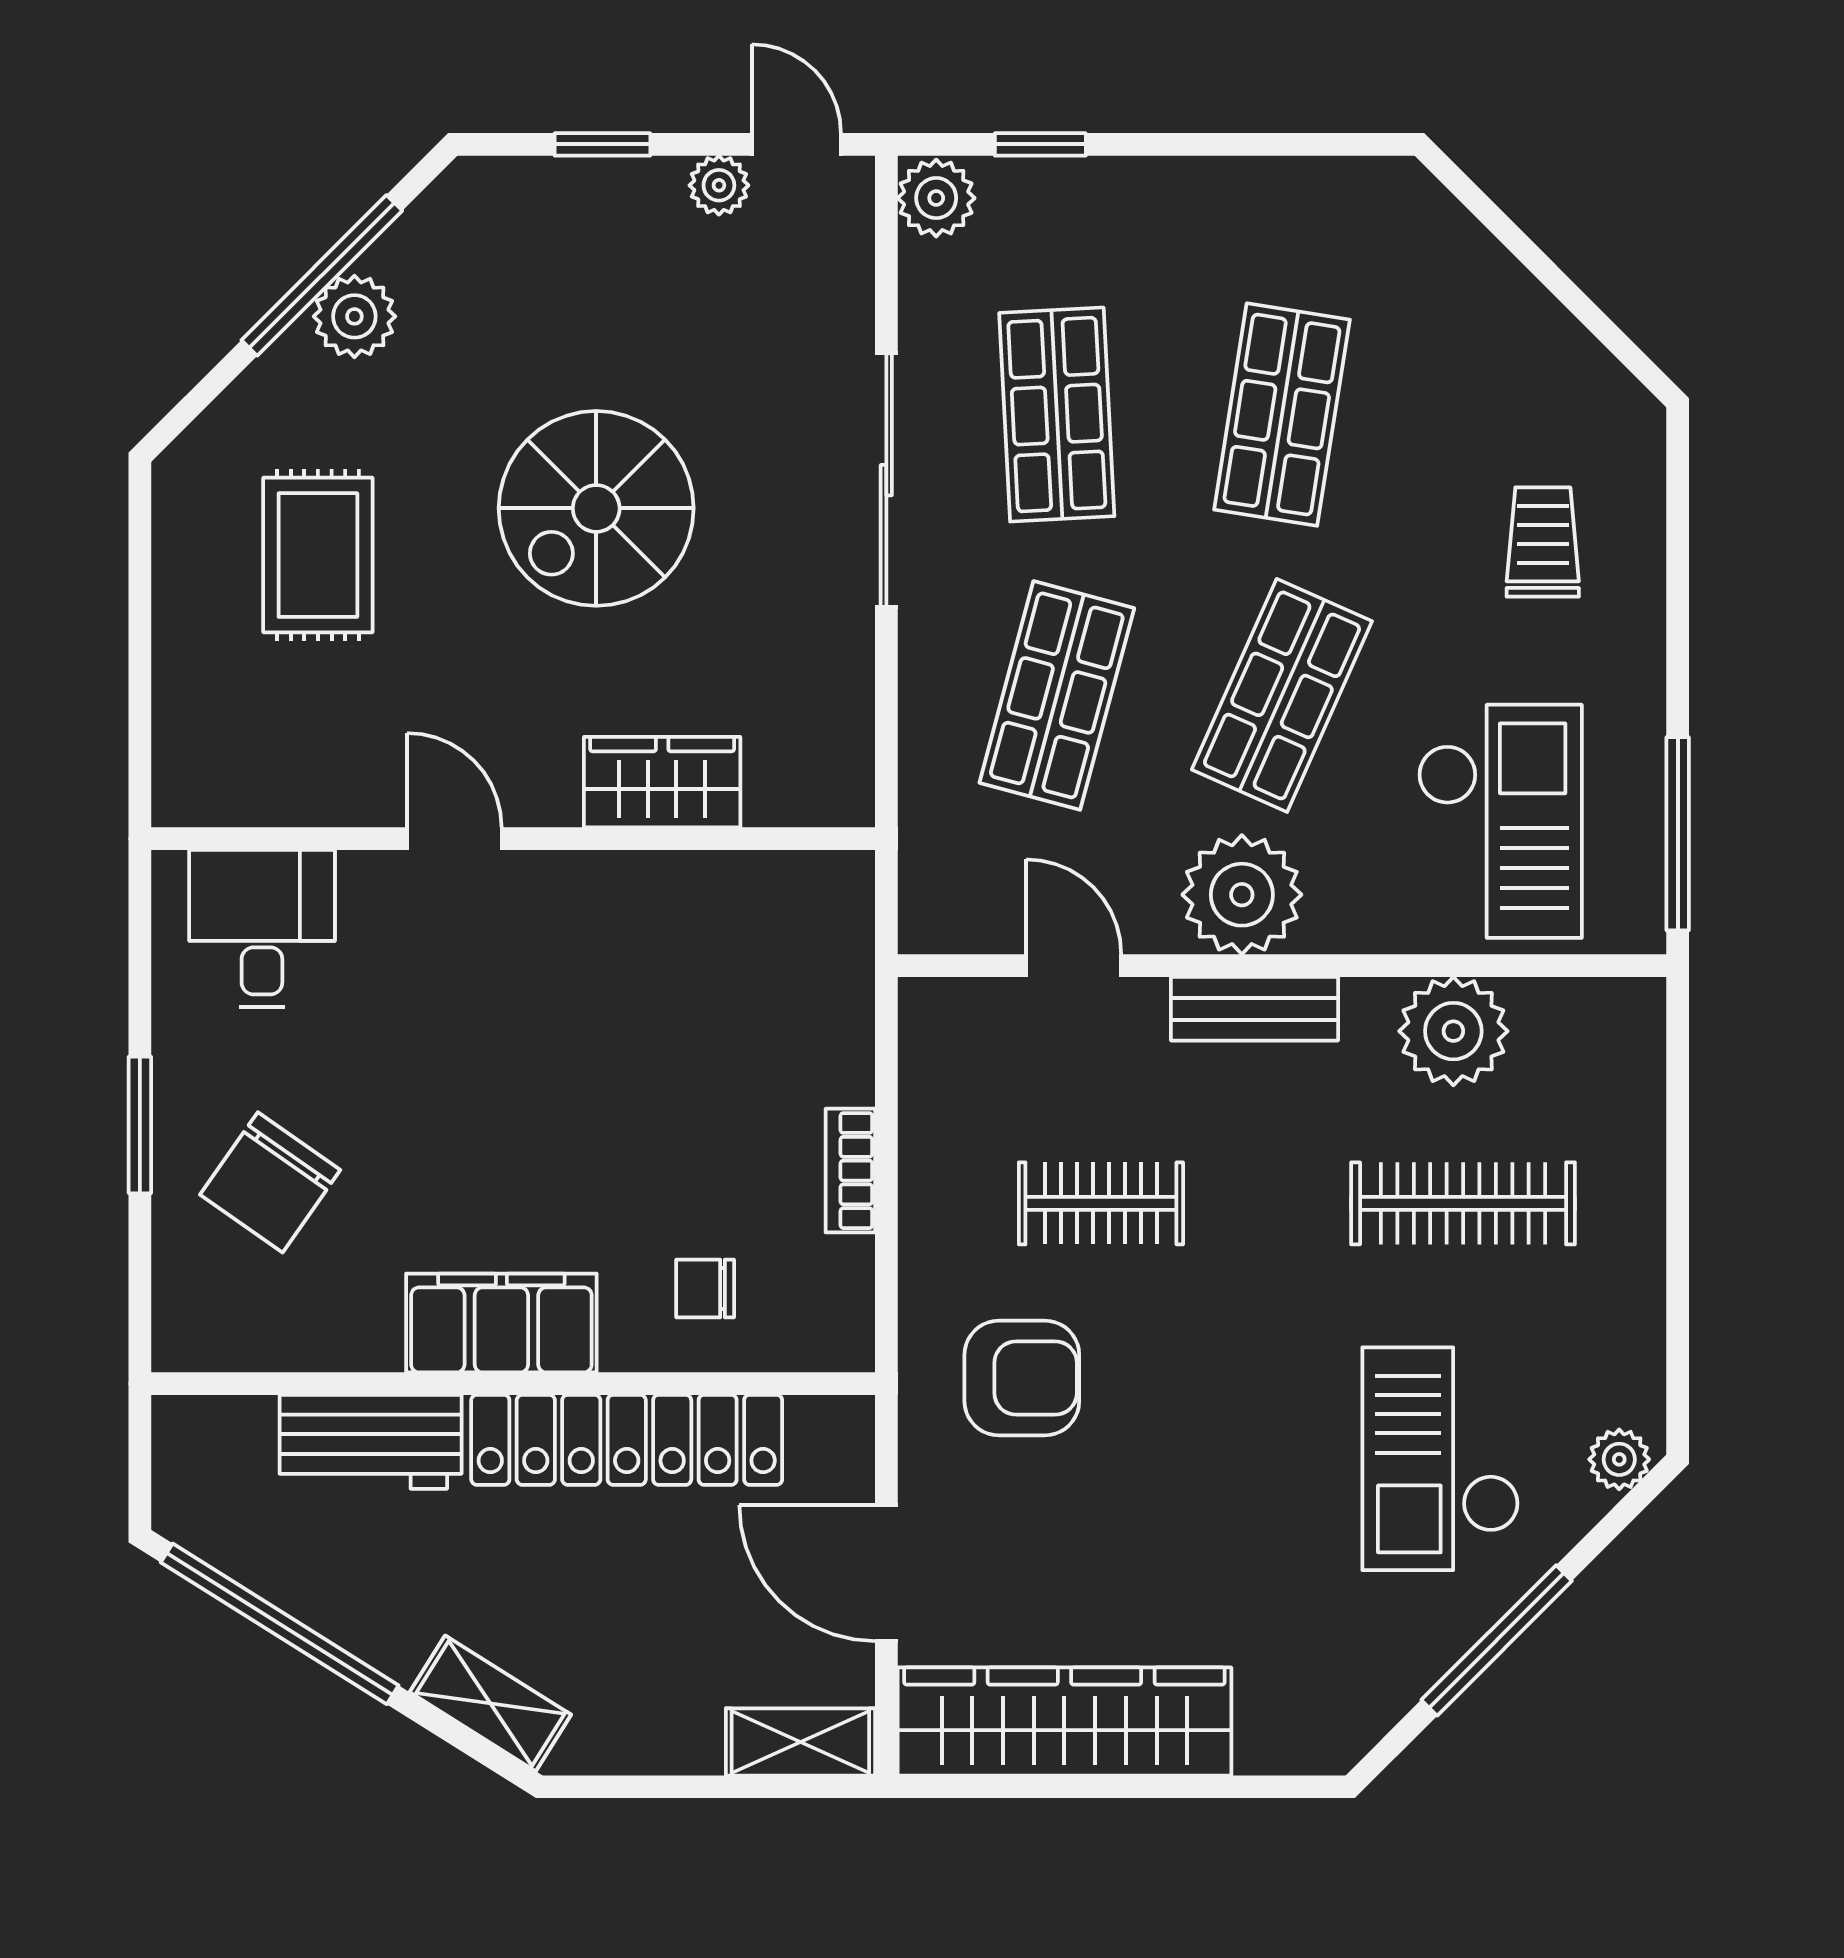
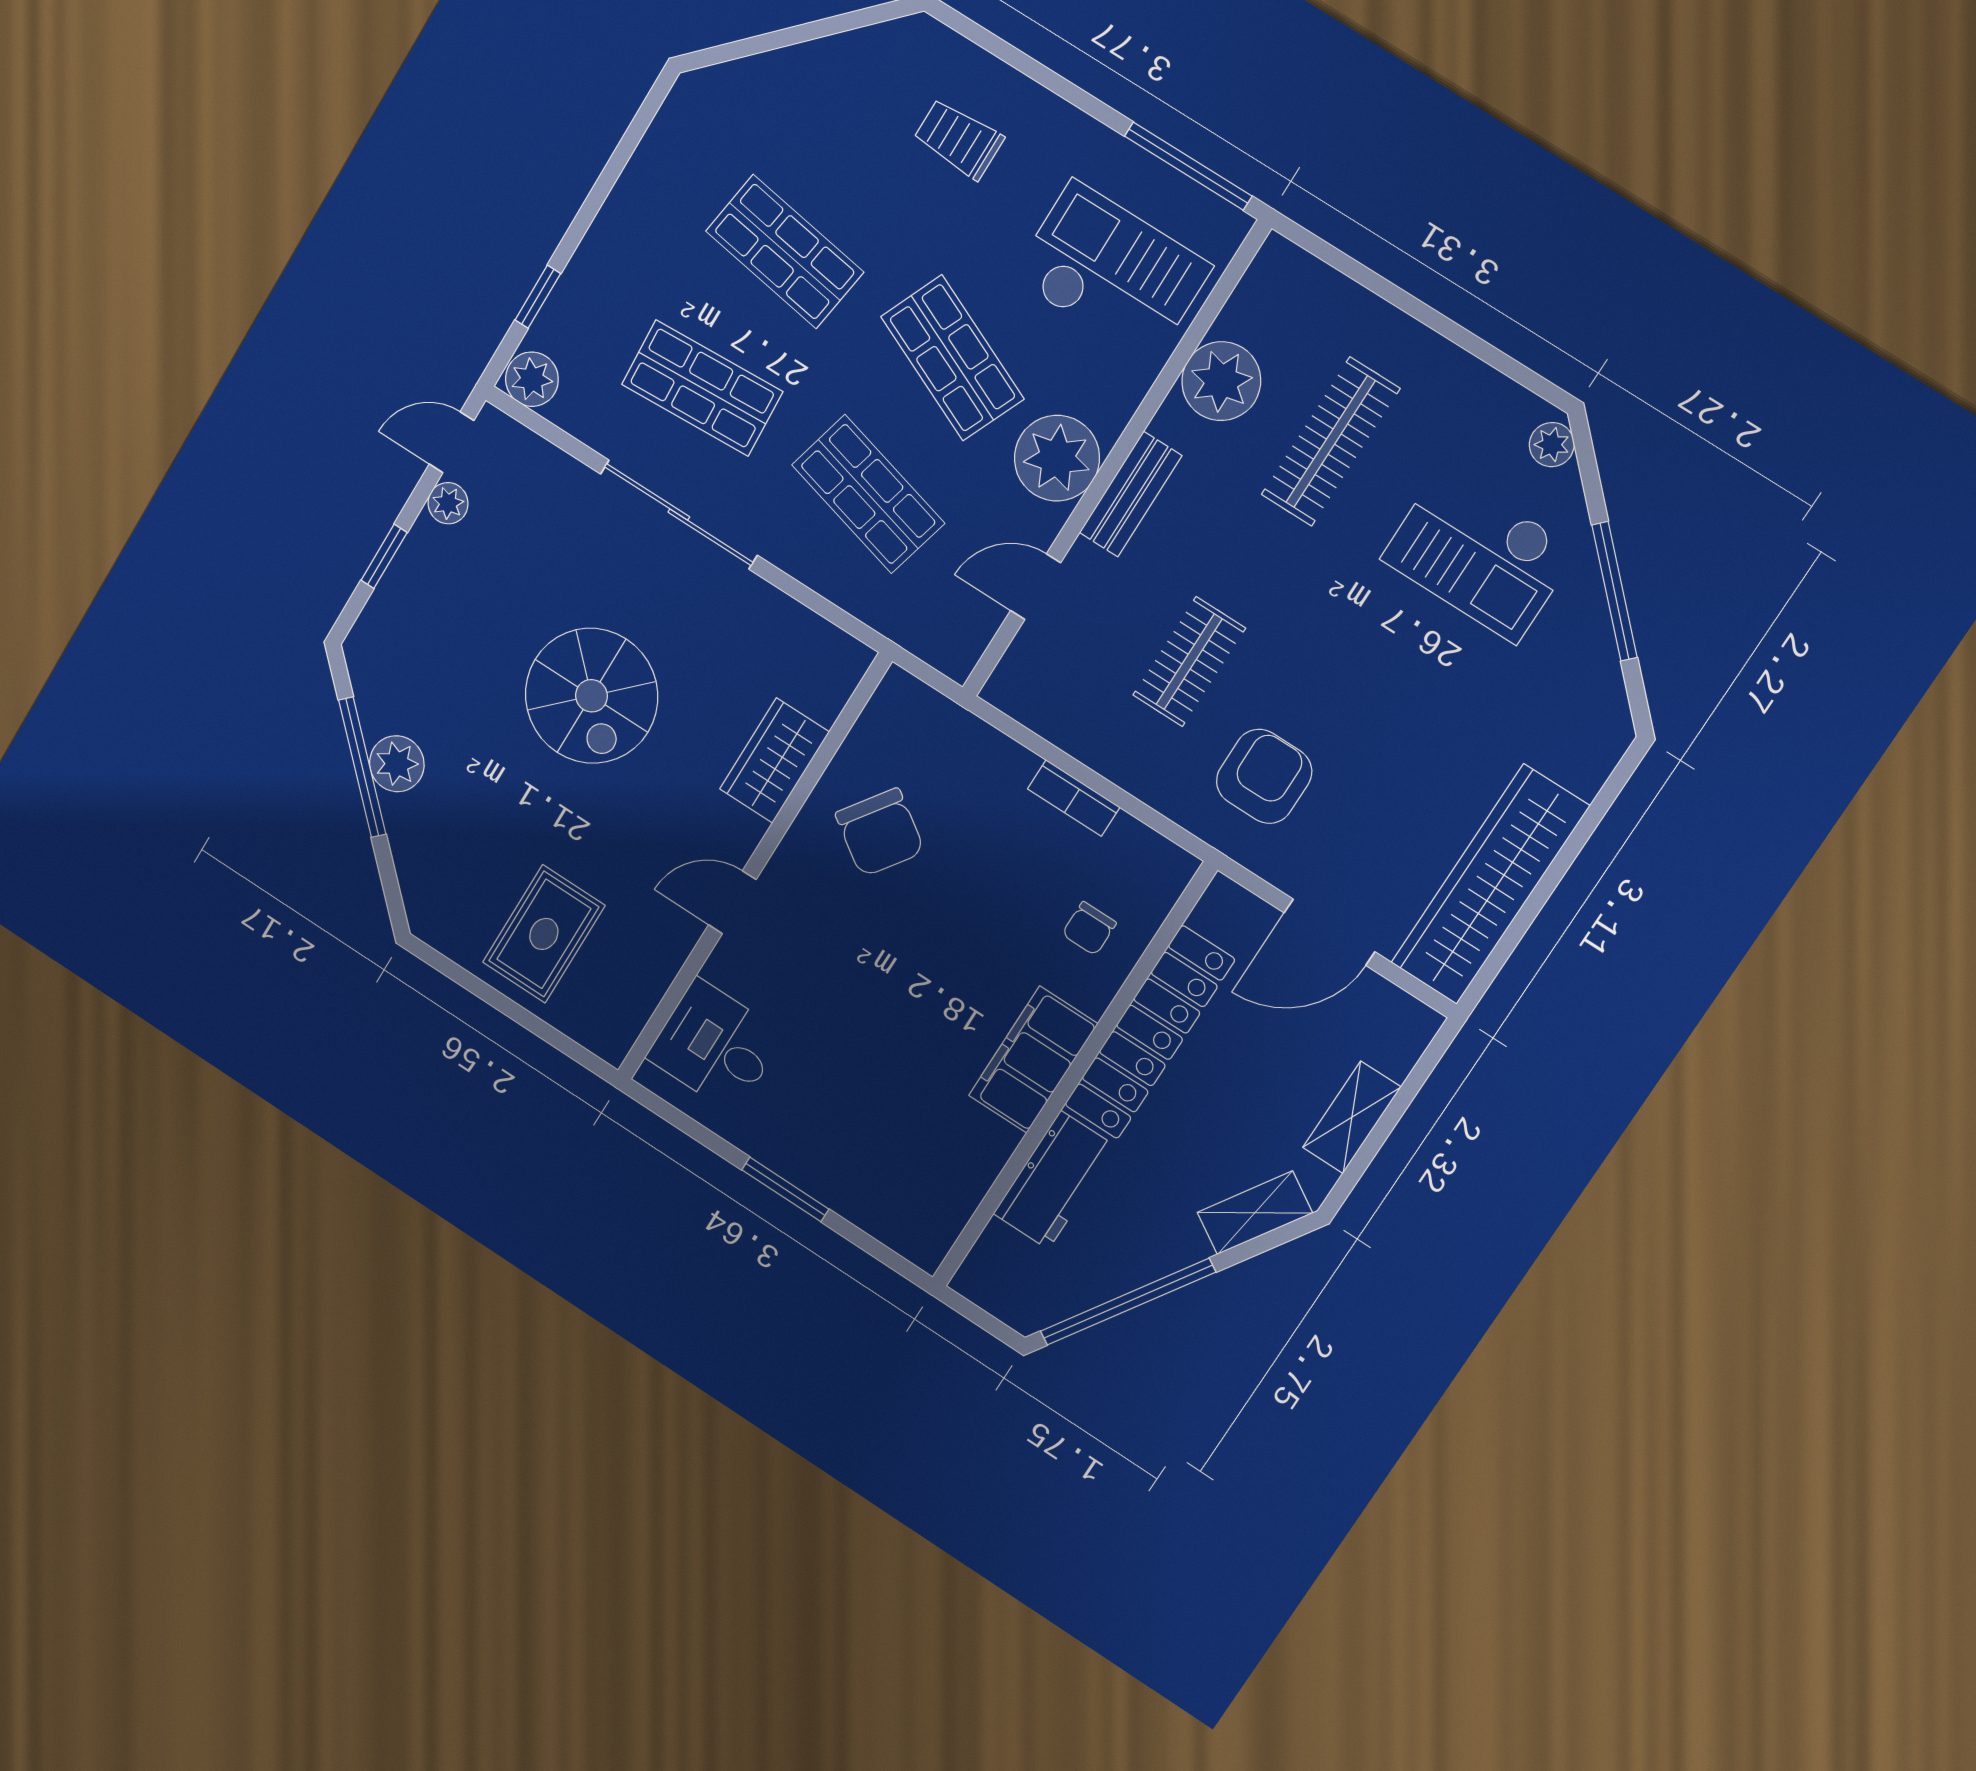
rug: (318, 555) -> (544, 934), moved, turned 90
chair: (270, 1182) -> (880, 832), moved
shelving: (800, 1742) -> (1352, 1117), moved

